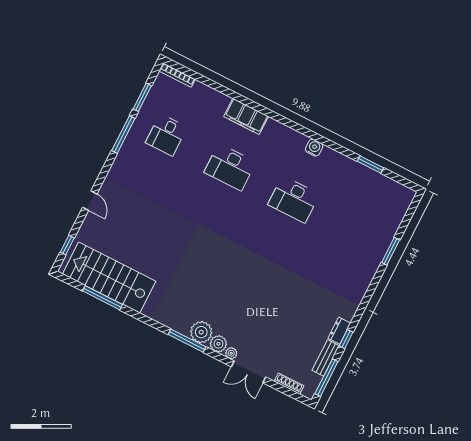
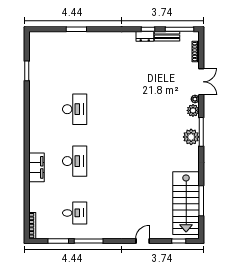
water cooler: (314, 148) -> (34, 113), removed
plant: (201, 332) -> (191, 137), moved

